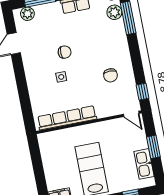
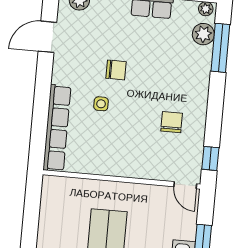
chair: (110, 75) -> (172, 122), turned 180
row of seats: (67, 118) -> (57, 128), moved, turned 90

